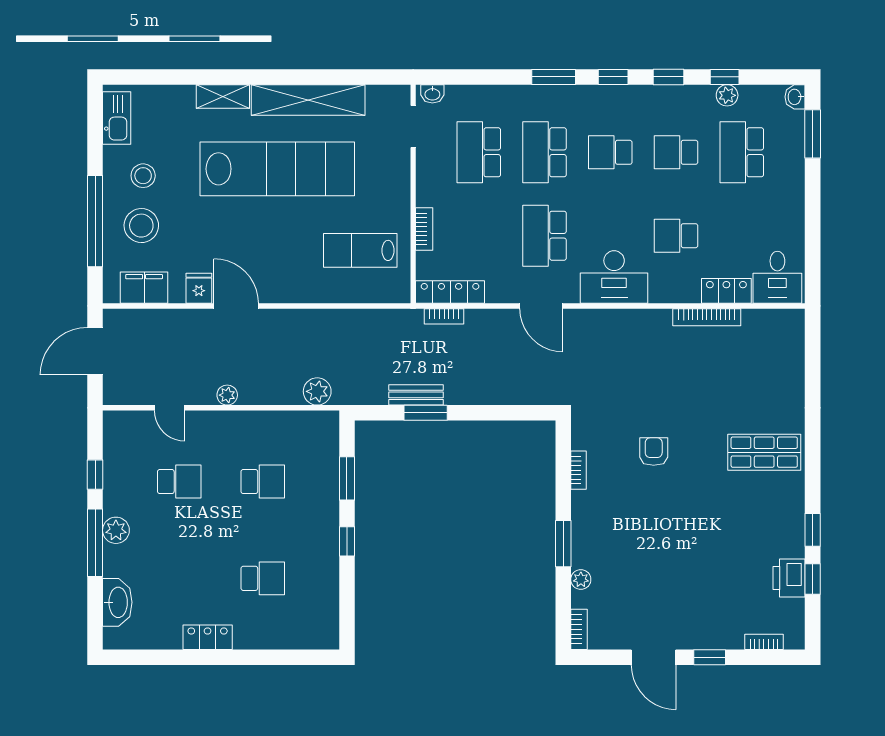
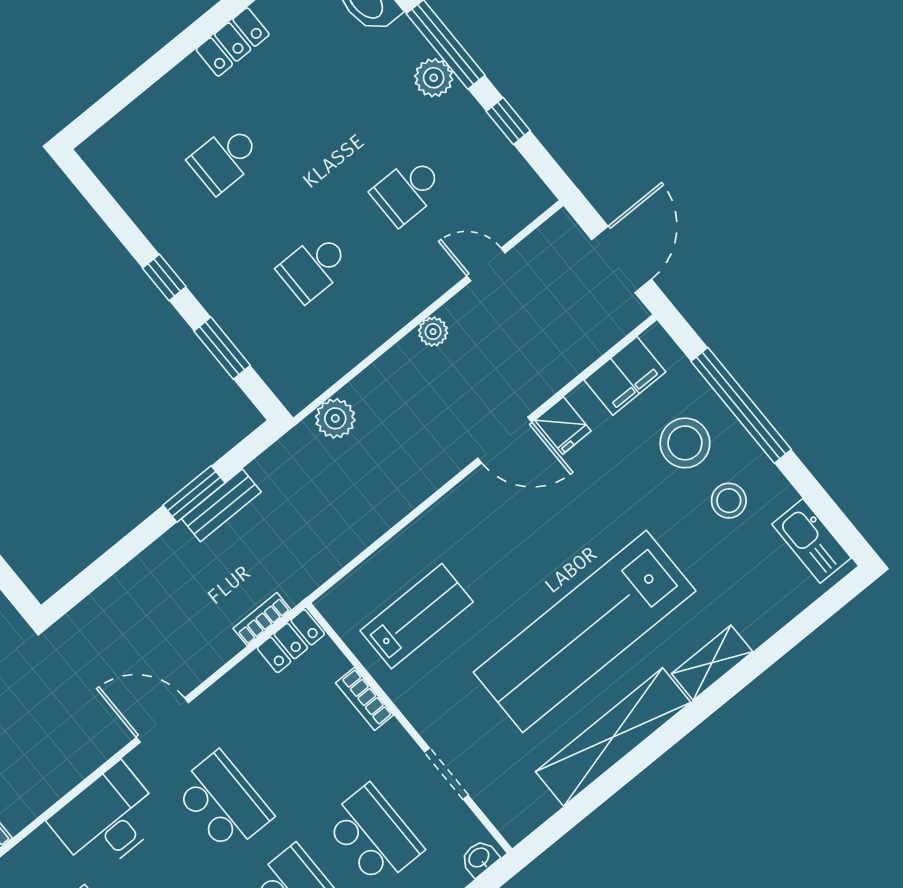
doorway: (413, 127) -> (446, 774), moved
locker: (450, 292) -> (291, 641), width x0.66

